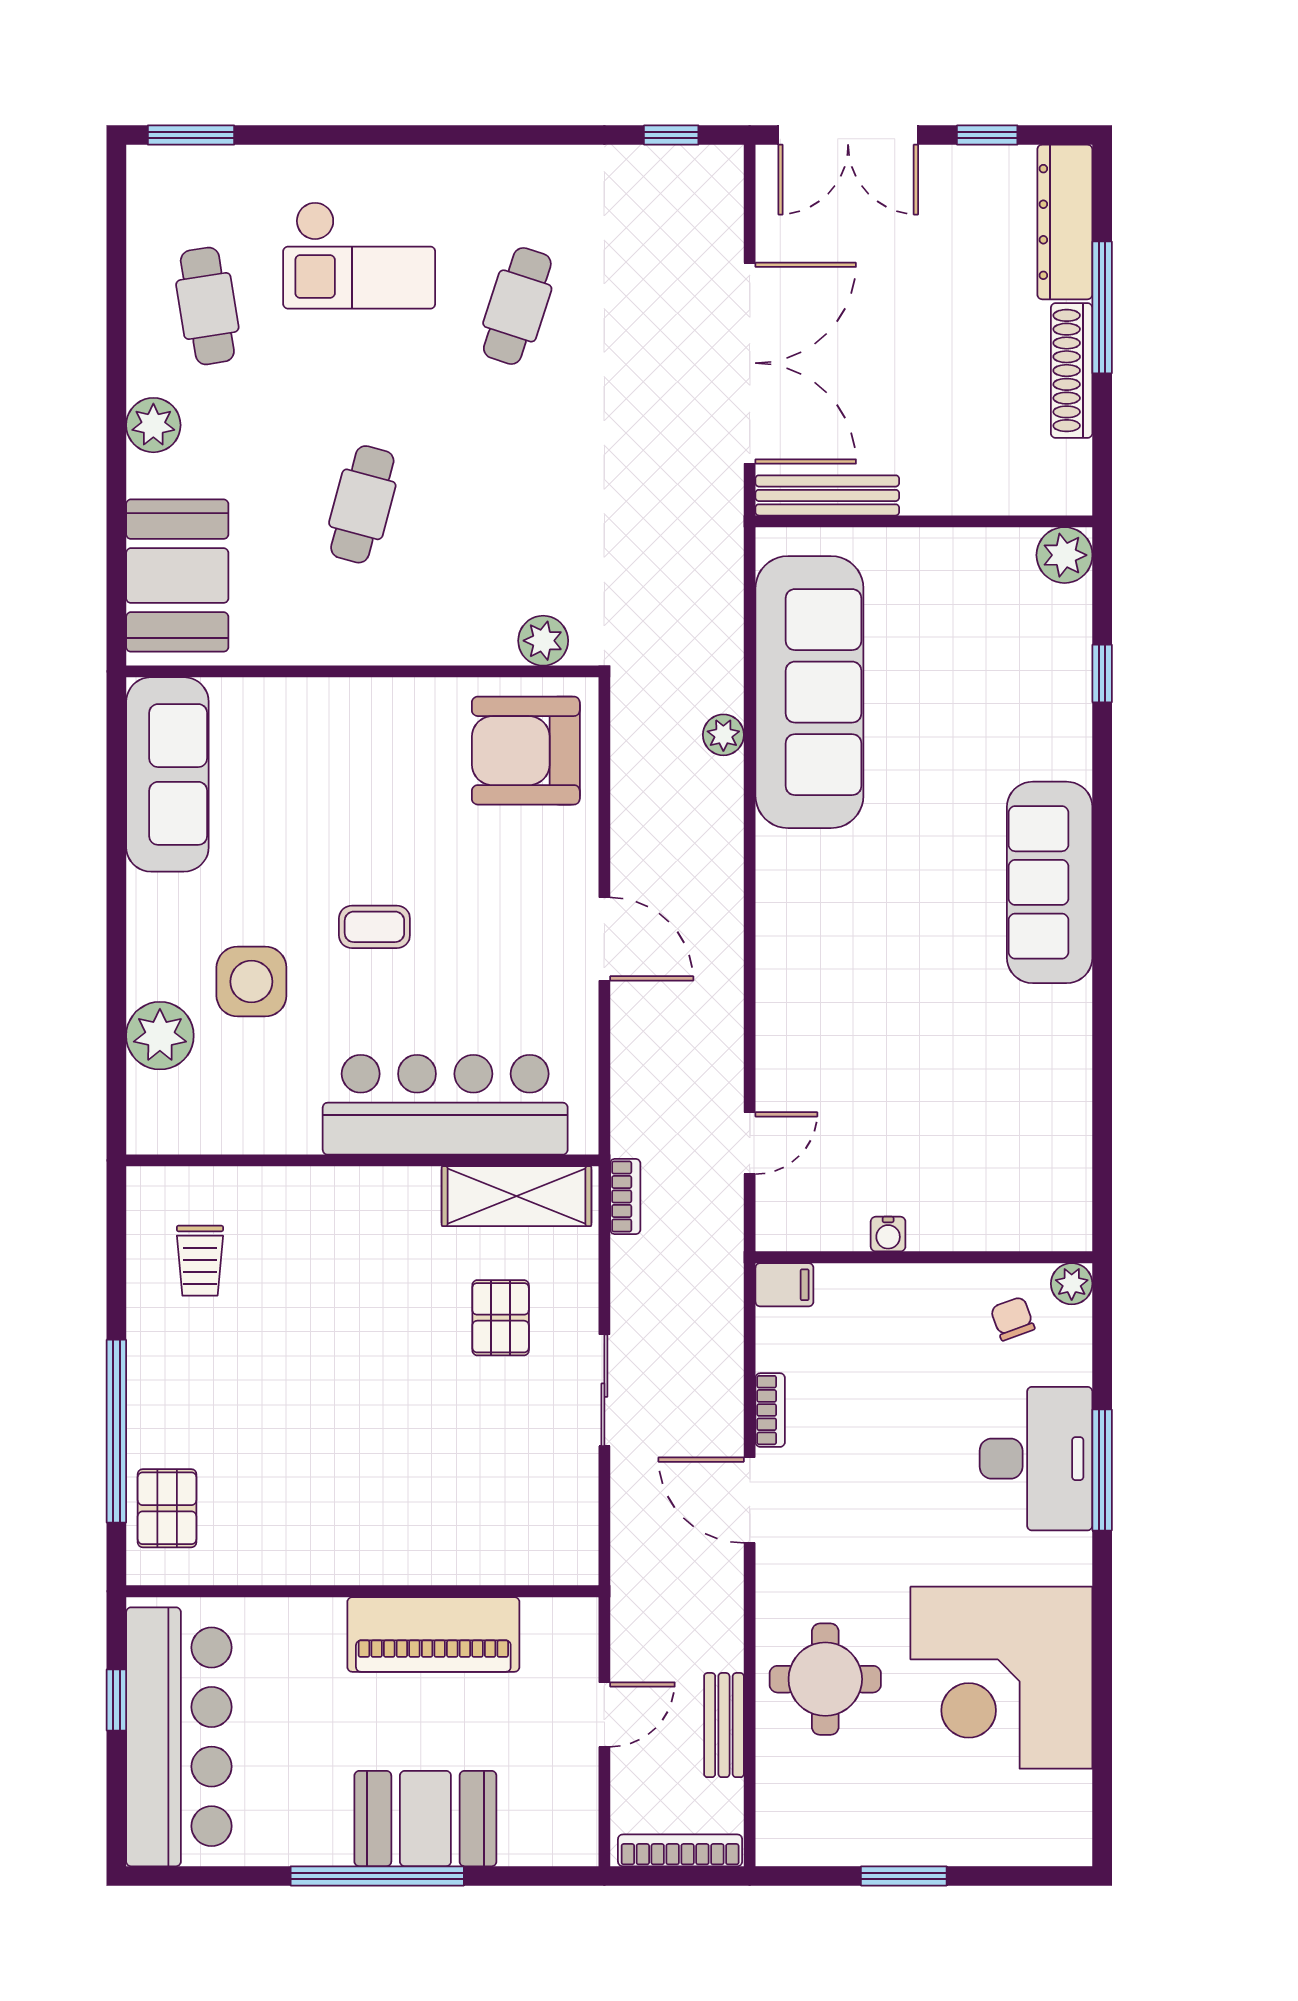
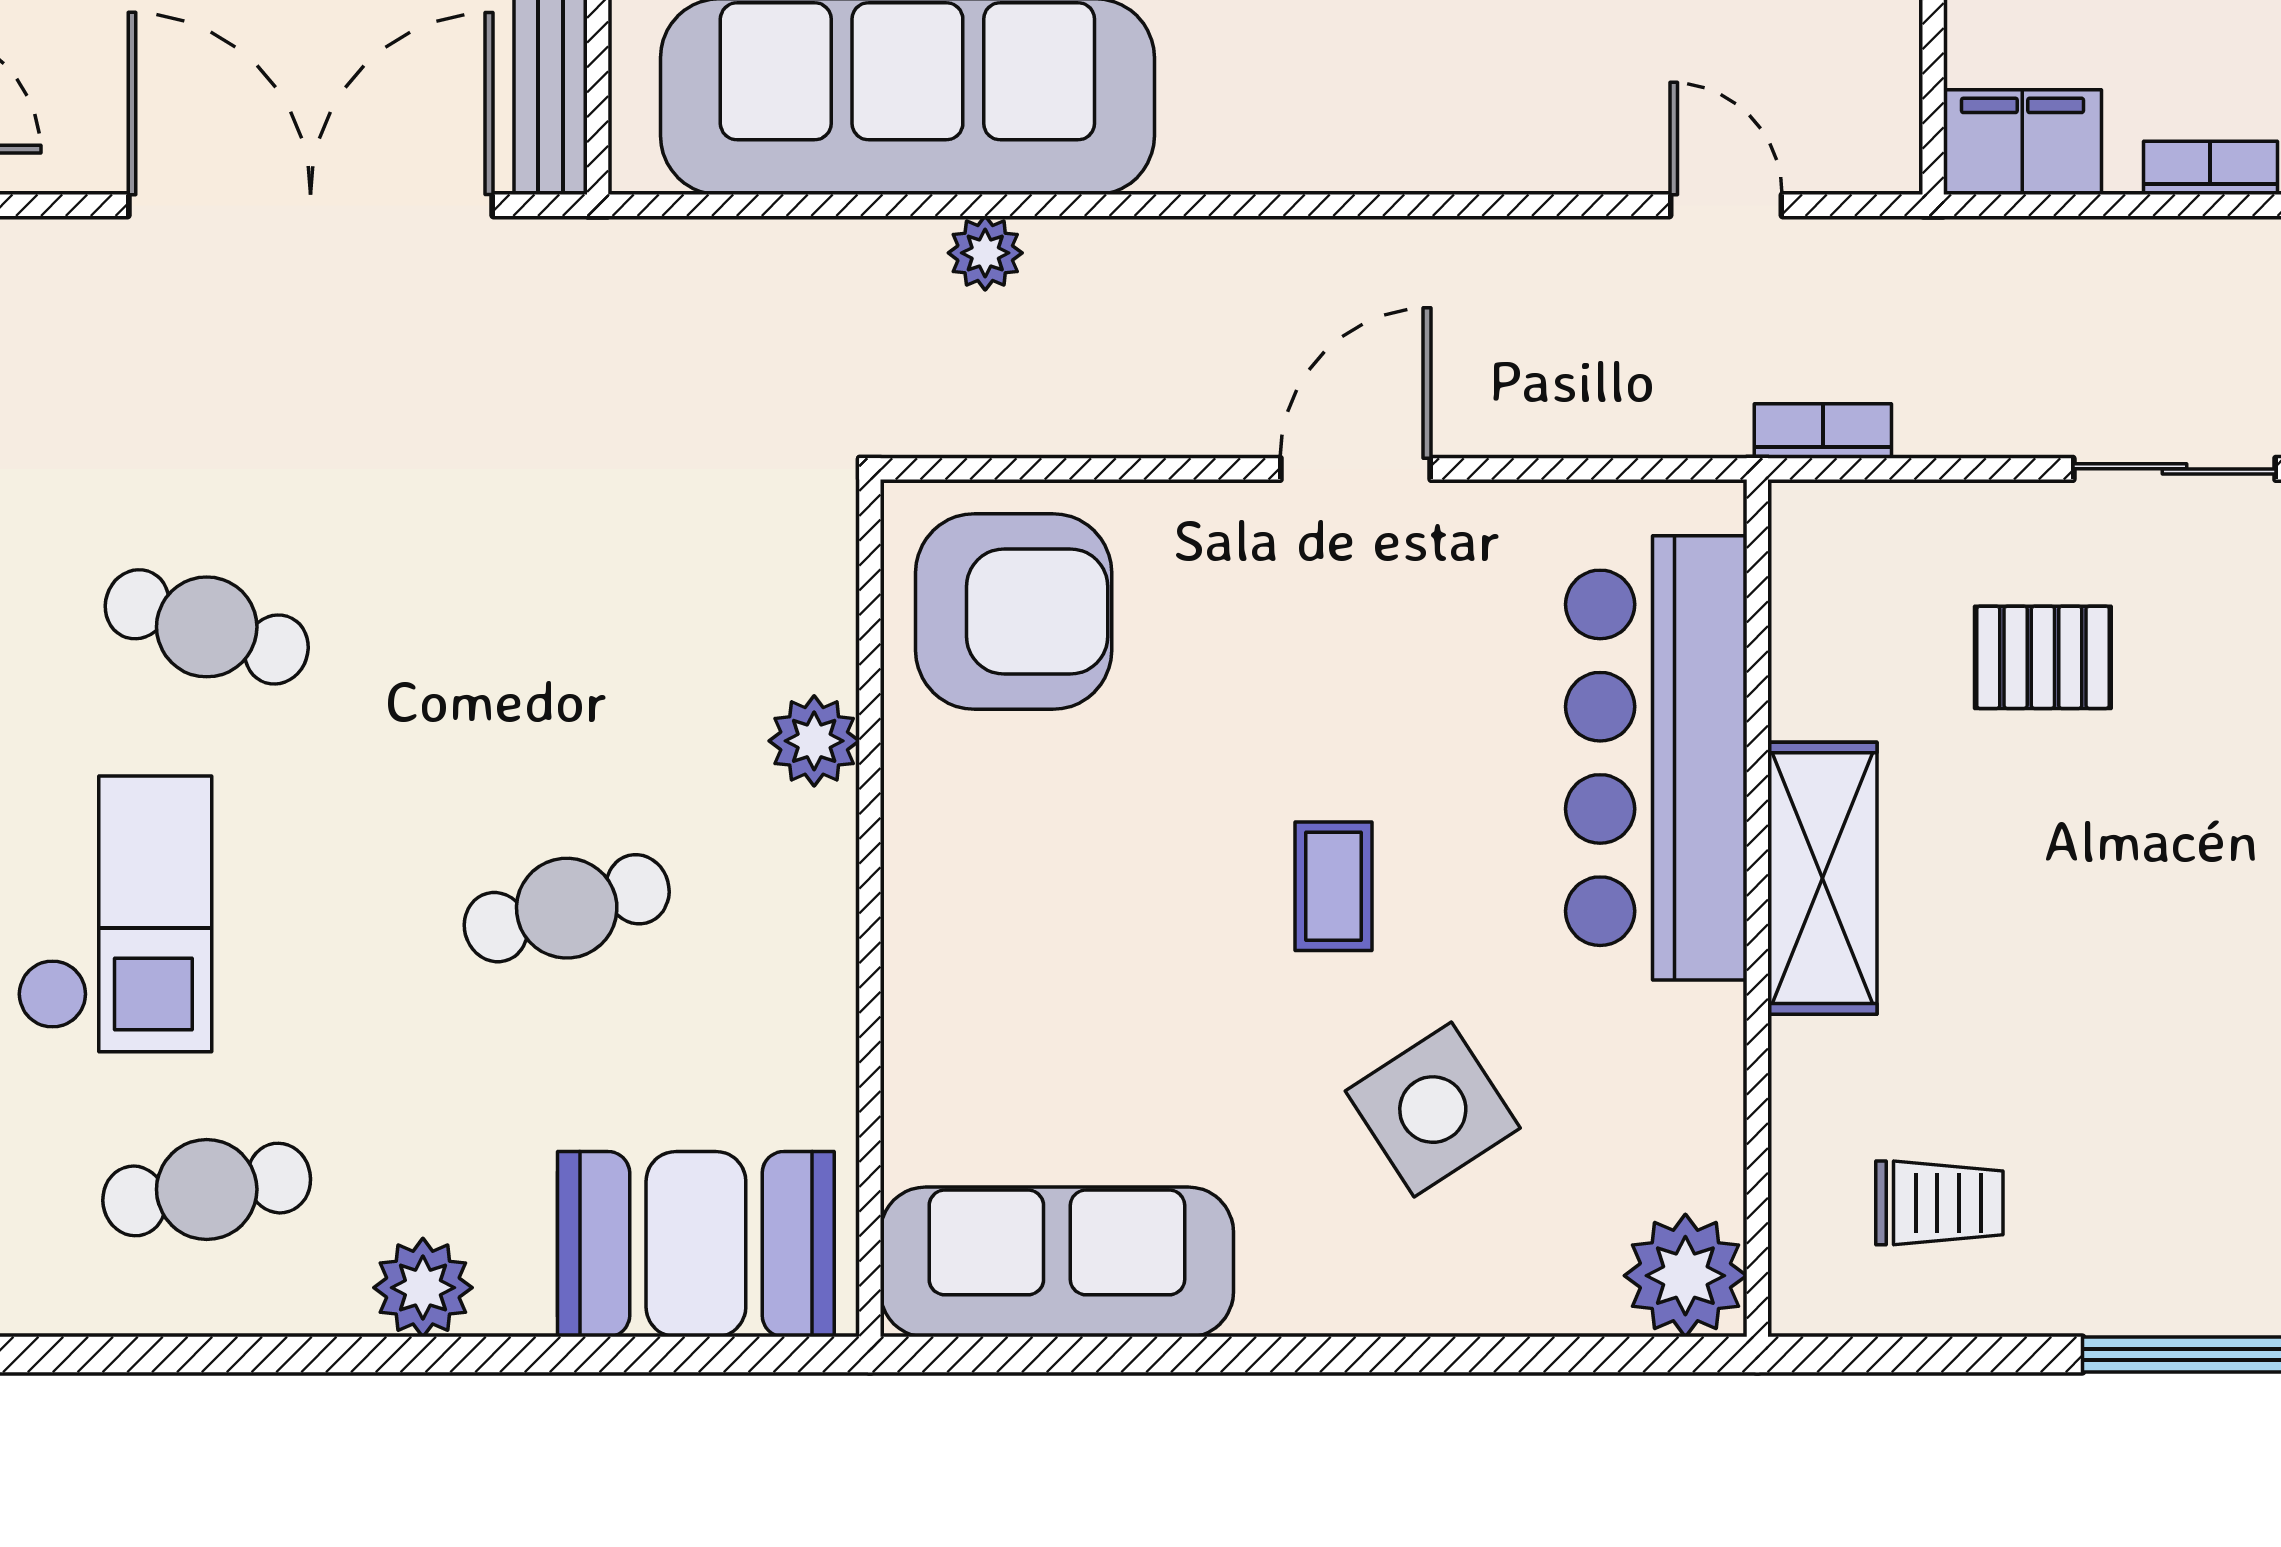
cafe table: (362, 504) -> (567, 908), turned -30
plant: (543, 641) -> (814, 741), moved
armchair: (526, 751) -> (1014, 611), turned -90
side table: (251, 982) -> (1433, 1110), turned -33
plant: (160, 1036) -> (1685, 1276), moved
shelving: (516, 1196) -> (1822, 878), moved
filing cabinet: (784, 1285) -> (2022, 142), width x2.00

